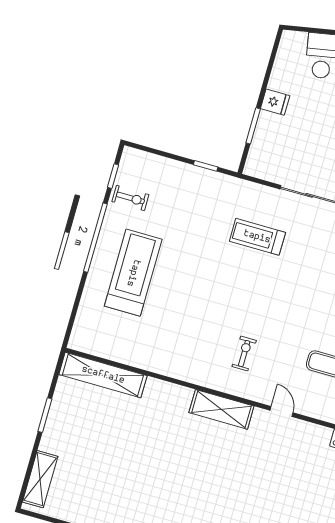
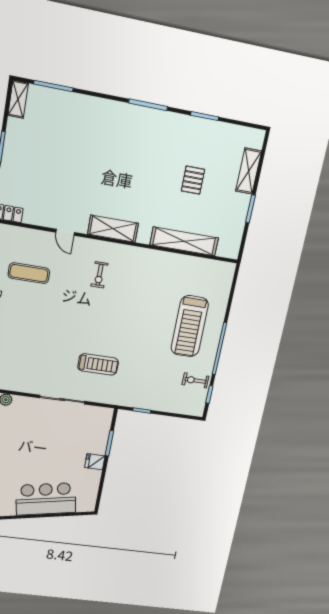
shelving: (103, 375) -> (184, 241), moved
pallet: (116, 458) -> (193, 180), added
shelving: (40, 479) -> (249, 171), moved

